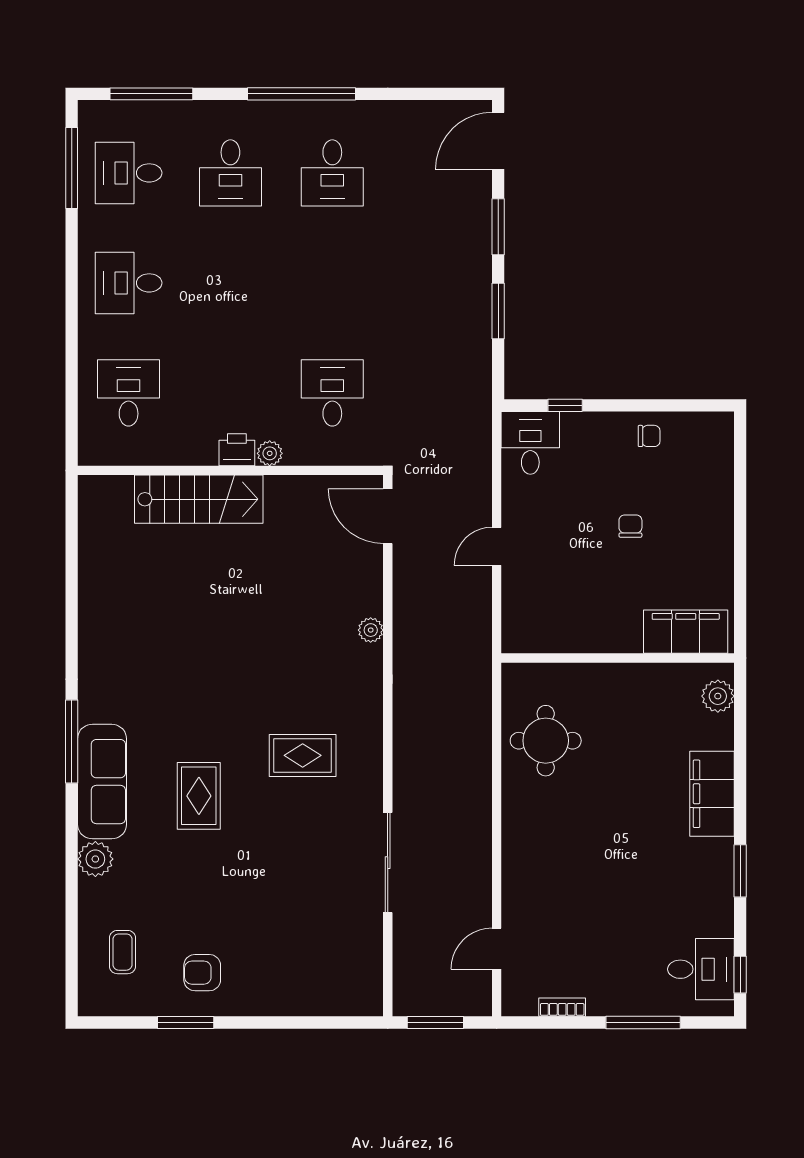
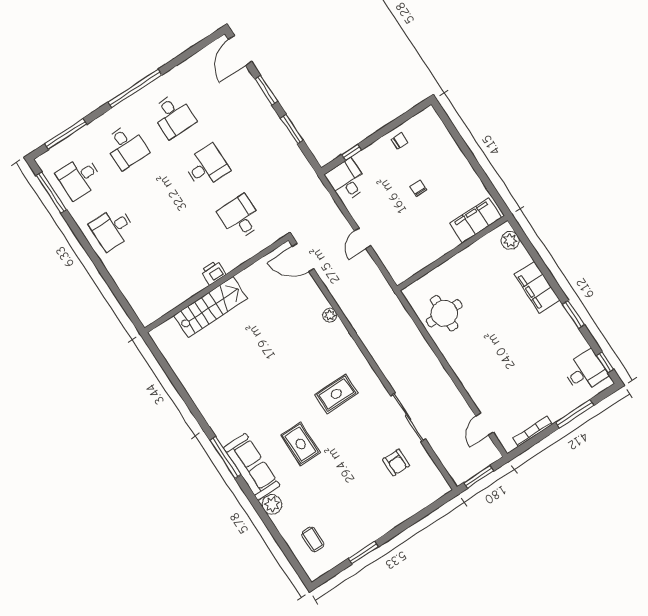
desk: (129, 393) -> (207, 167), moved, turned 90
plant: (270, 453) -> (229, 264), removed
armchair: (202, 973) -> (396, 462), moved, turned -90
bookcase: (562, 1007) -> (533, 431), width x1.56

